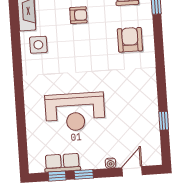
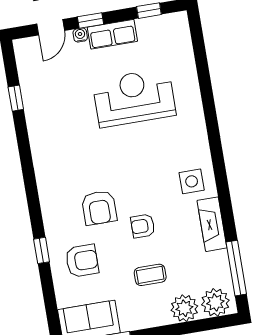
armchair: (130, 40) -> (99, 208), moved
row of seats: (62, 163) -> (112, 34), moved
window: (84, 174) -> (91, 20), moved

